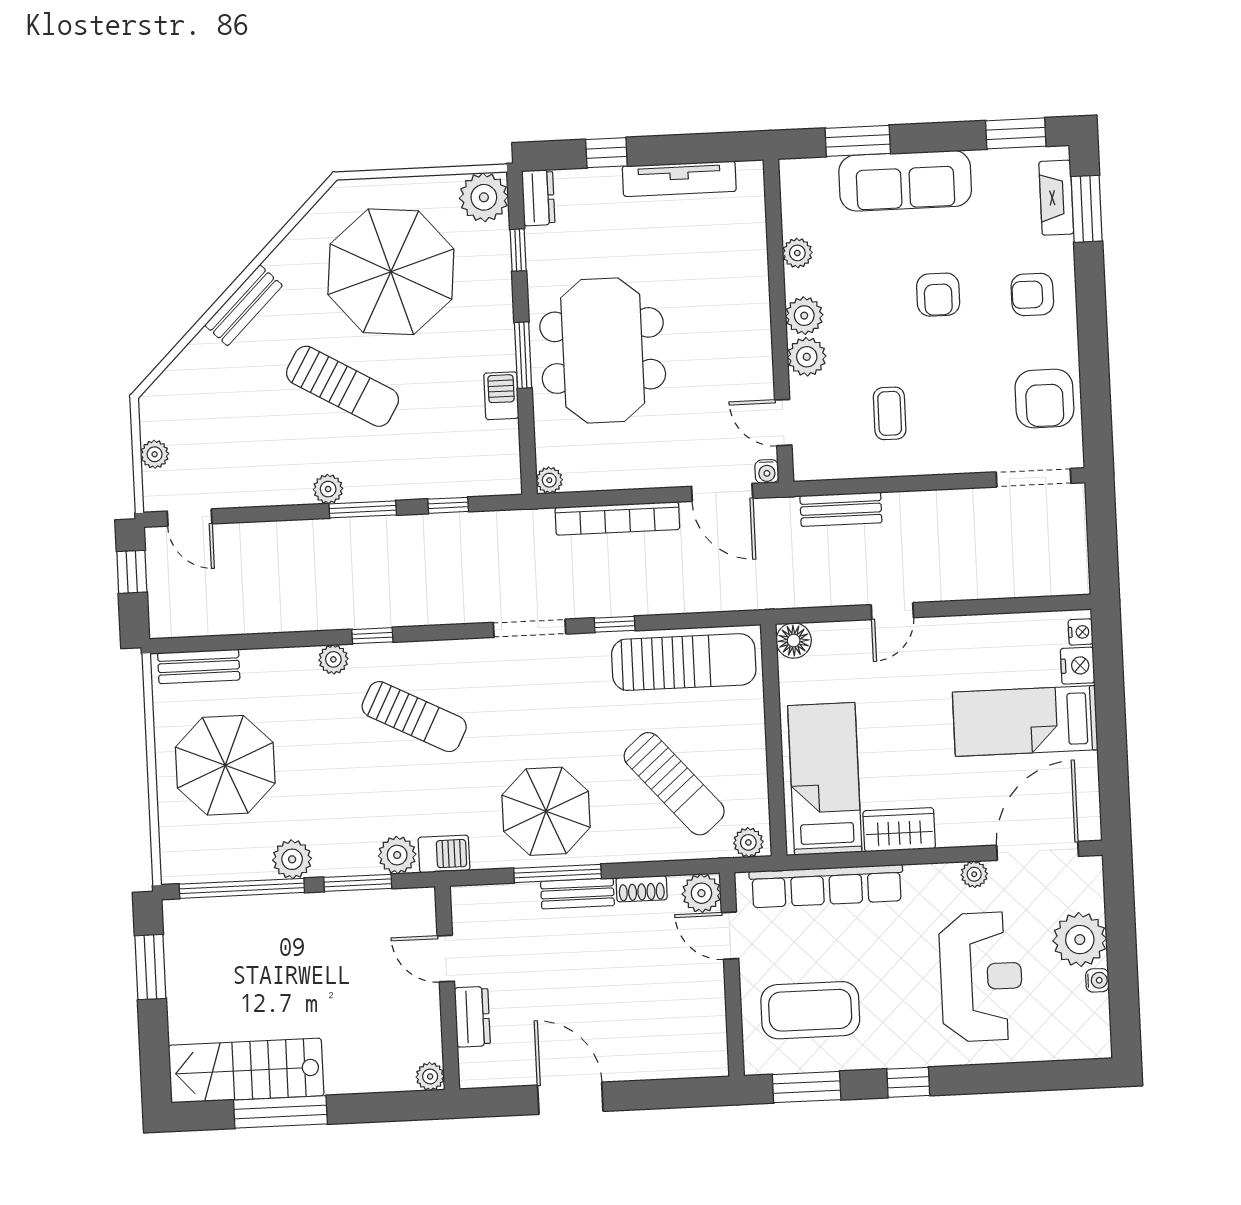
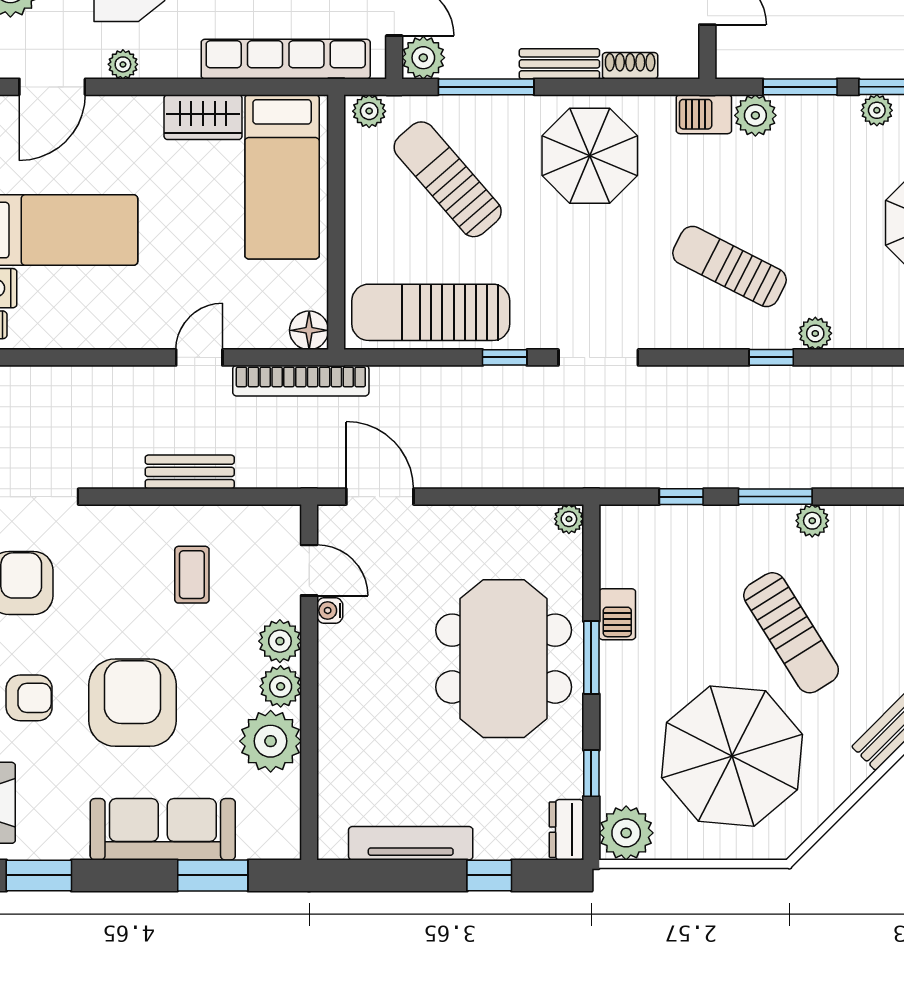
plant: (797, 253) -> (271, 741), width x1.88, depth x1.88
armchair: (938, 295) -> (133, 703), width x1.88, depth x1.88
sun lounger: (343, 386) -> (791, 633), turned -152
water cooler: (767, 471) -> (330, 610), moved, turned -90
bench: (841, 509) -> (190, 472), moved
bookcase: (617, 518) -> (301, 381), moved, turned 180
door: (1038, 851) -> (52, 87), width x0.73
plant: (292, 859) -> (877, 110), width x0.73, depth x0.73
window: (558, 873) -> (486, 87), moved
shoe rack: (642, 889) -> (630, 66), moved

